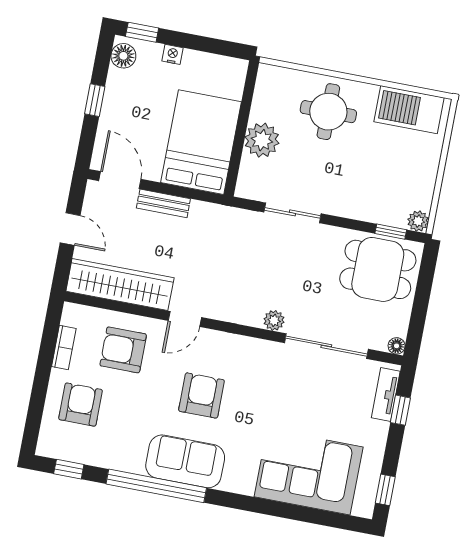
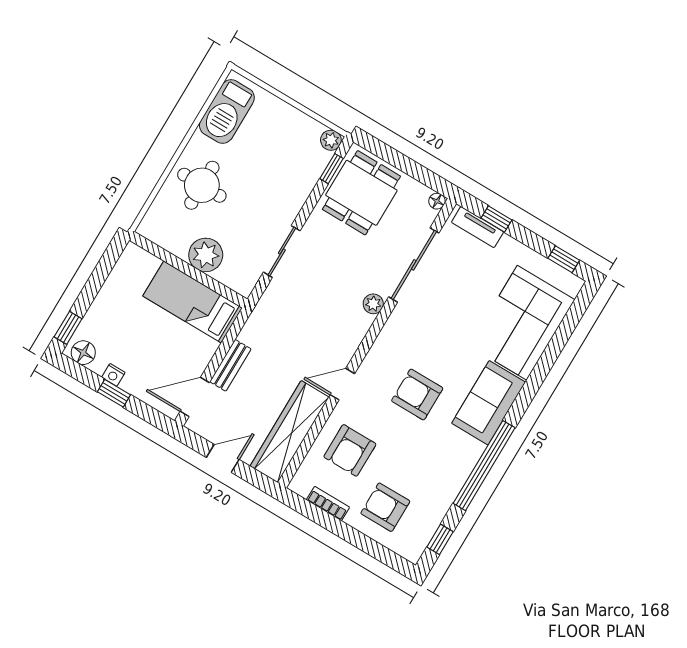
nightstand: (172, 54) -> (113, 375), moved, turned -90
bed: (201, 142) -> (193, 302), width x0.67
door: (185, 319) -> (342, 384), swing flipped
sofa: (185, 461) -> (489, 403), moved

